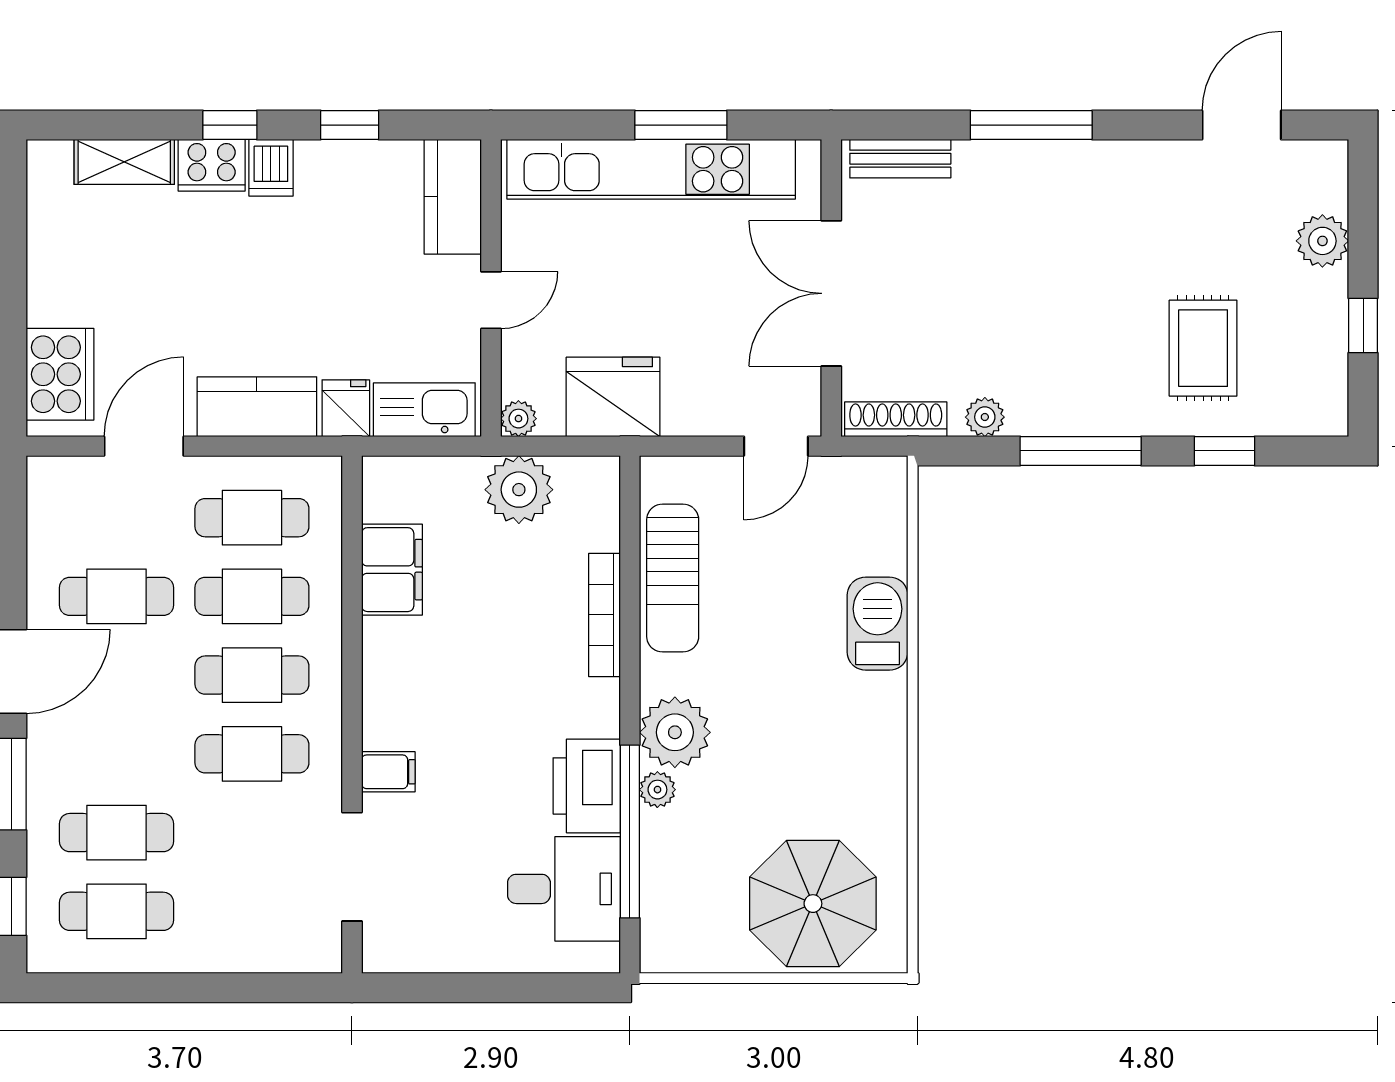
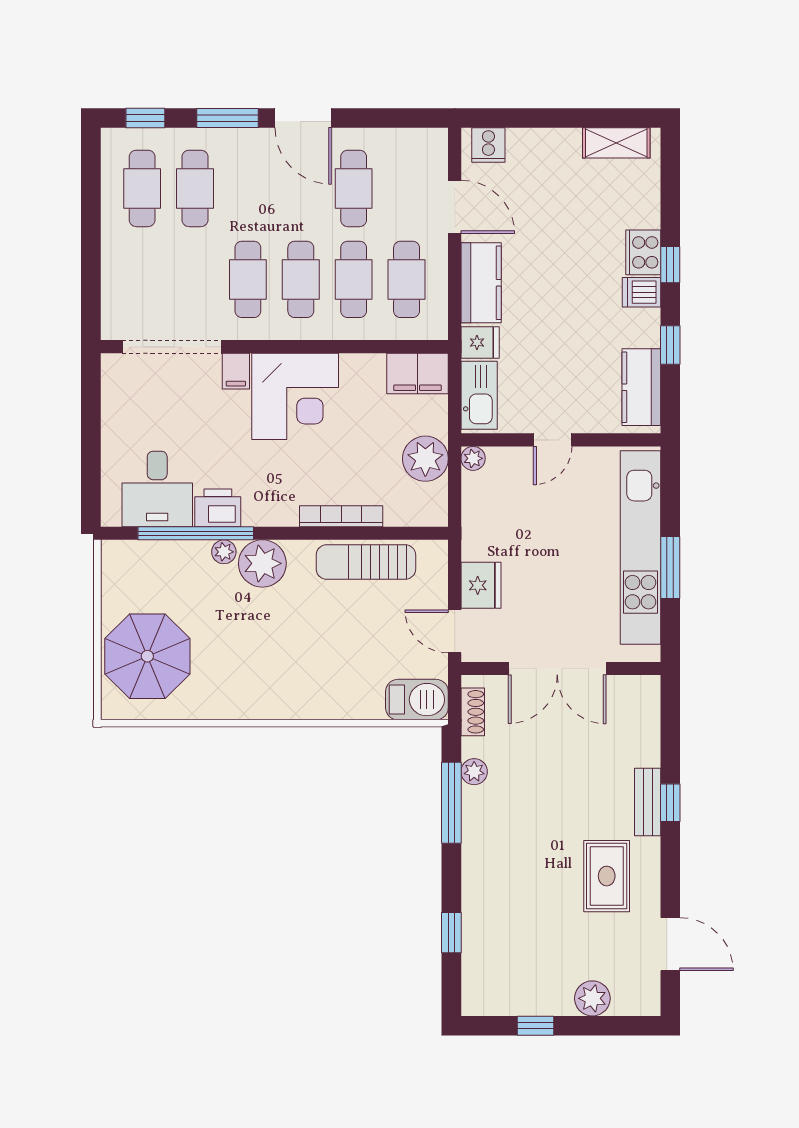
window: (1031, 125) -> (670, 803), width x0.46
bench: (900, 159) -> (648, 802), moved
shelving: (124, 162) -> (616, 143), moved, turned 90
kitchen counter: (453, 197) -> (641, 387), moved, turned -90
double door: (831, 293) -> (557, 668), swing flipped
door: (491, 300) -> (553, 440), hinge flipped
rug: (1203, 348) -> (607, 876), moved, turned 90
cooker: (60, 374) -> (488, 145), width x0.53, depth x0.76
fridge: (613, 397) -> (481, 585), moved, width x0.73, depth x0.75
shoe rack: (896, 419) -> (473, 712), width x0.70
window: (1081, 451) -> (451, 803), moved
filing cabinet: (392, 570) -> (418, 373), moved
barbecue: (878, 624) -> (417, 700), moved
corner desk: (426, 683) -> (295, 396), added
printer: (587, 786) -> (218, 508), width x0.73, depth x0.84
doorway: (352, 867) -> (172, 347), width x1.36

